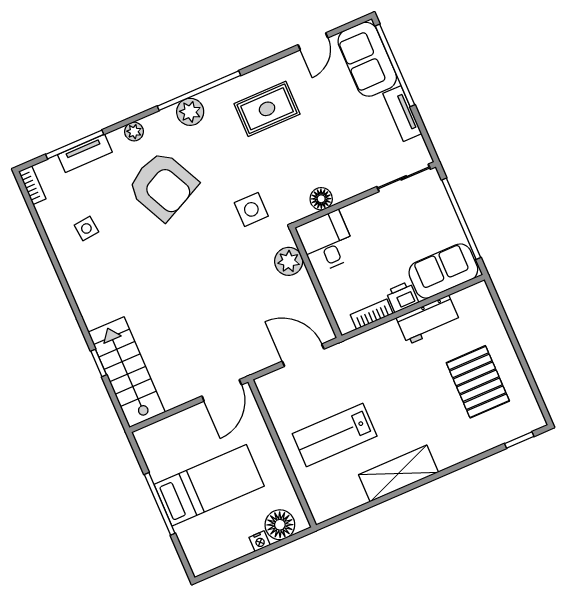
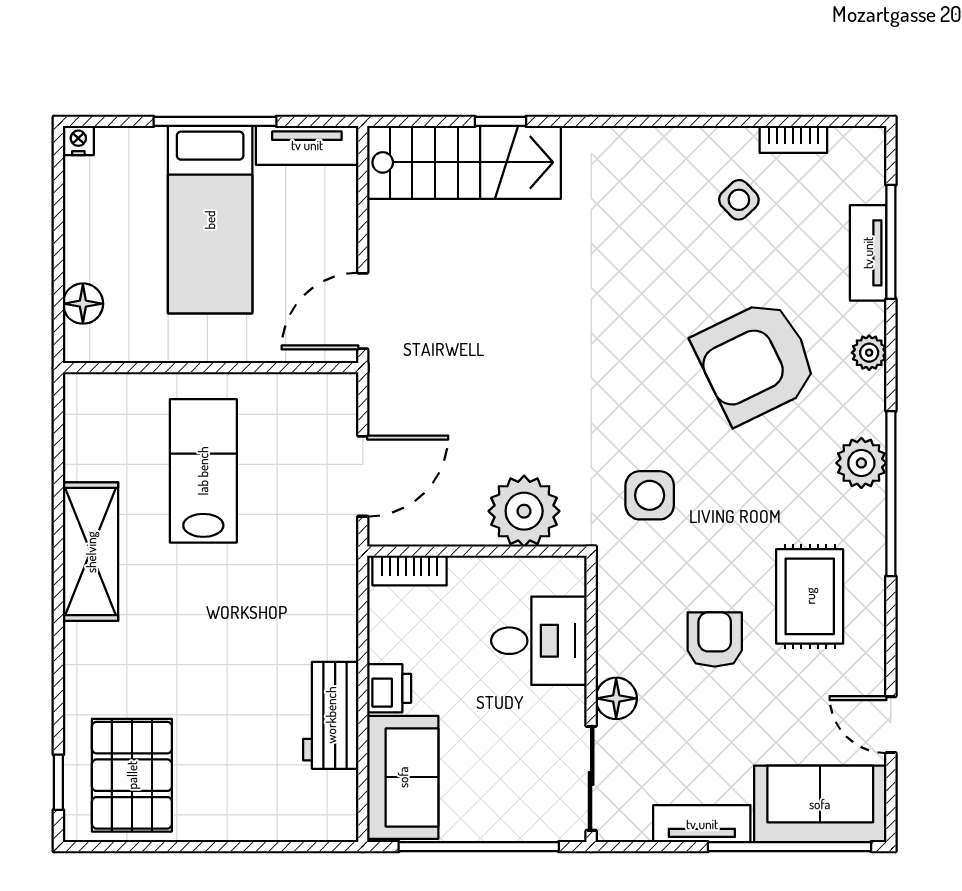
armchair: (309, 147) -> (715, 639), added
bookcase: (32, 185) -> (793, 139), moved
floor lamp: (321, 199) -> (616, 698), moved
side table: (86, 228) -> (739, 200), turned -38
desk: (327, 242) -> (539, 641), moved
plant: (289, 261) -> (524, 511), width x1.36, depth x1.36
bookcase: (372, 314) -> (410, 571), moved, turned 90
pallet: (478, 382) -> (132, 775), moved, turned 90
door: (222, 390) -> (363, 311), hinge flipped
tv unit: (152, 453) -> (307, 145), added
floor lamp: (280, 525) -> (83, 304), width x0.73, depth x0.73
nightstand: (260, 541) -> (78, 141), moved, turned 90

